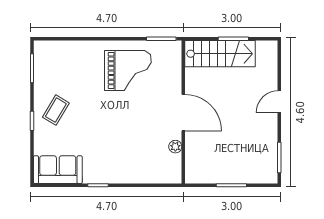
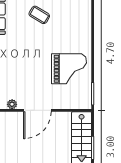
grand piano: (128, 70) -> (69, 69), turned -90

